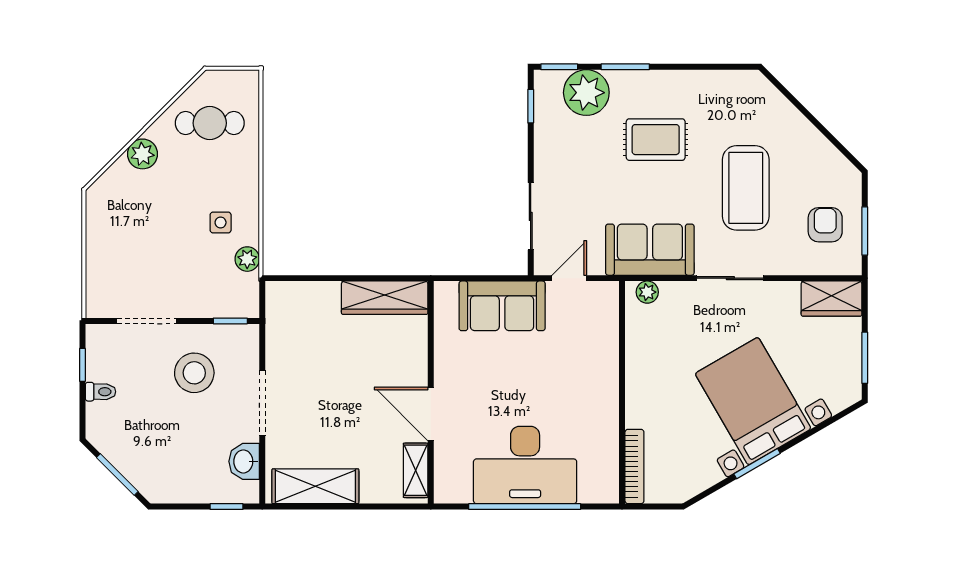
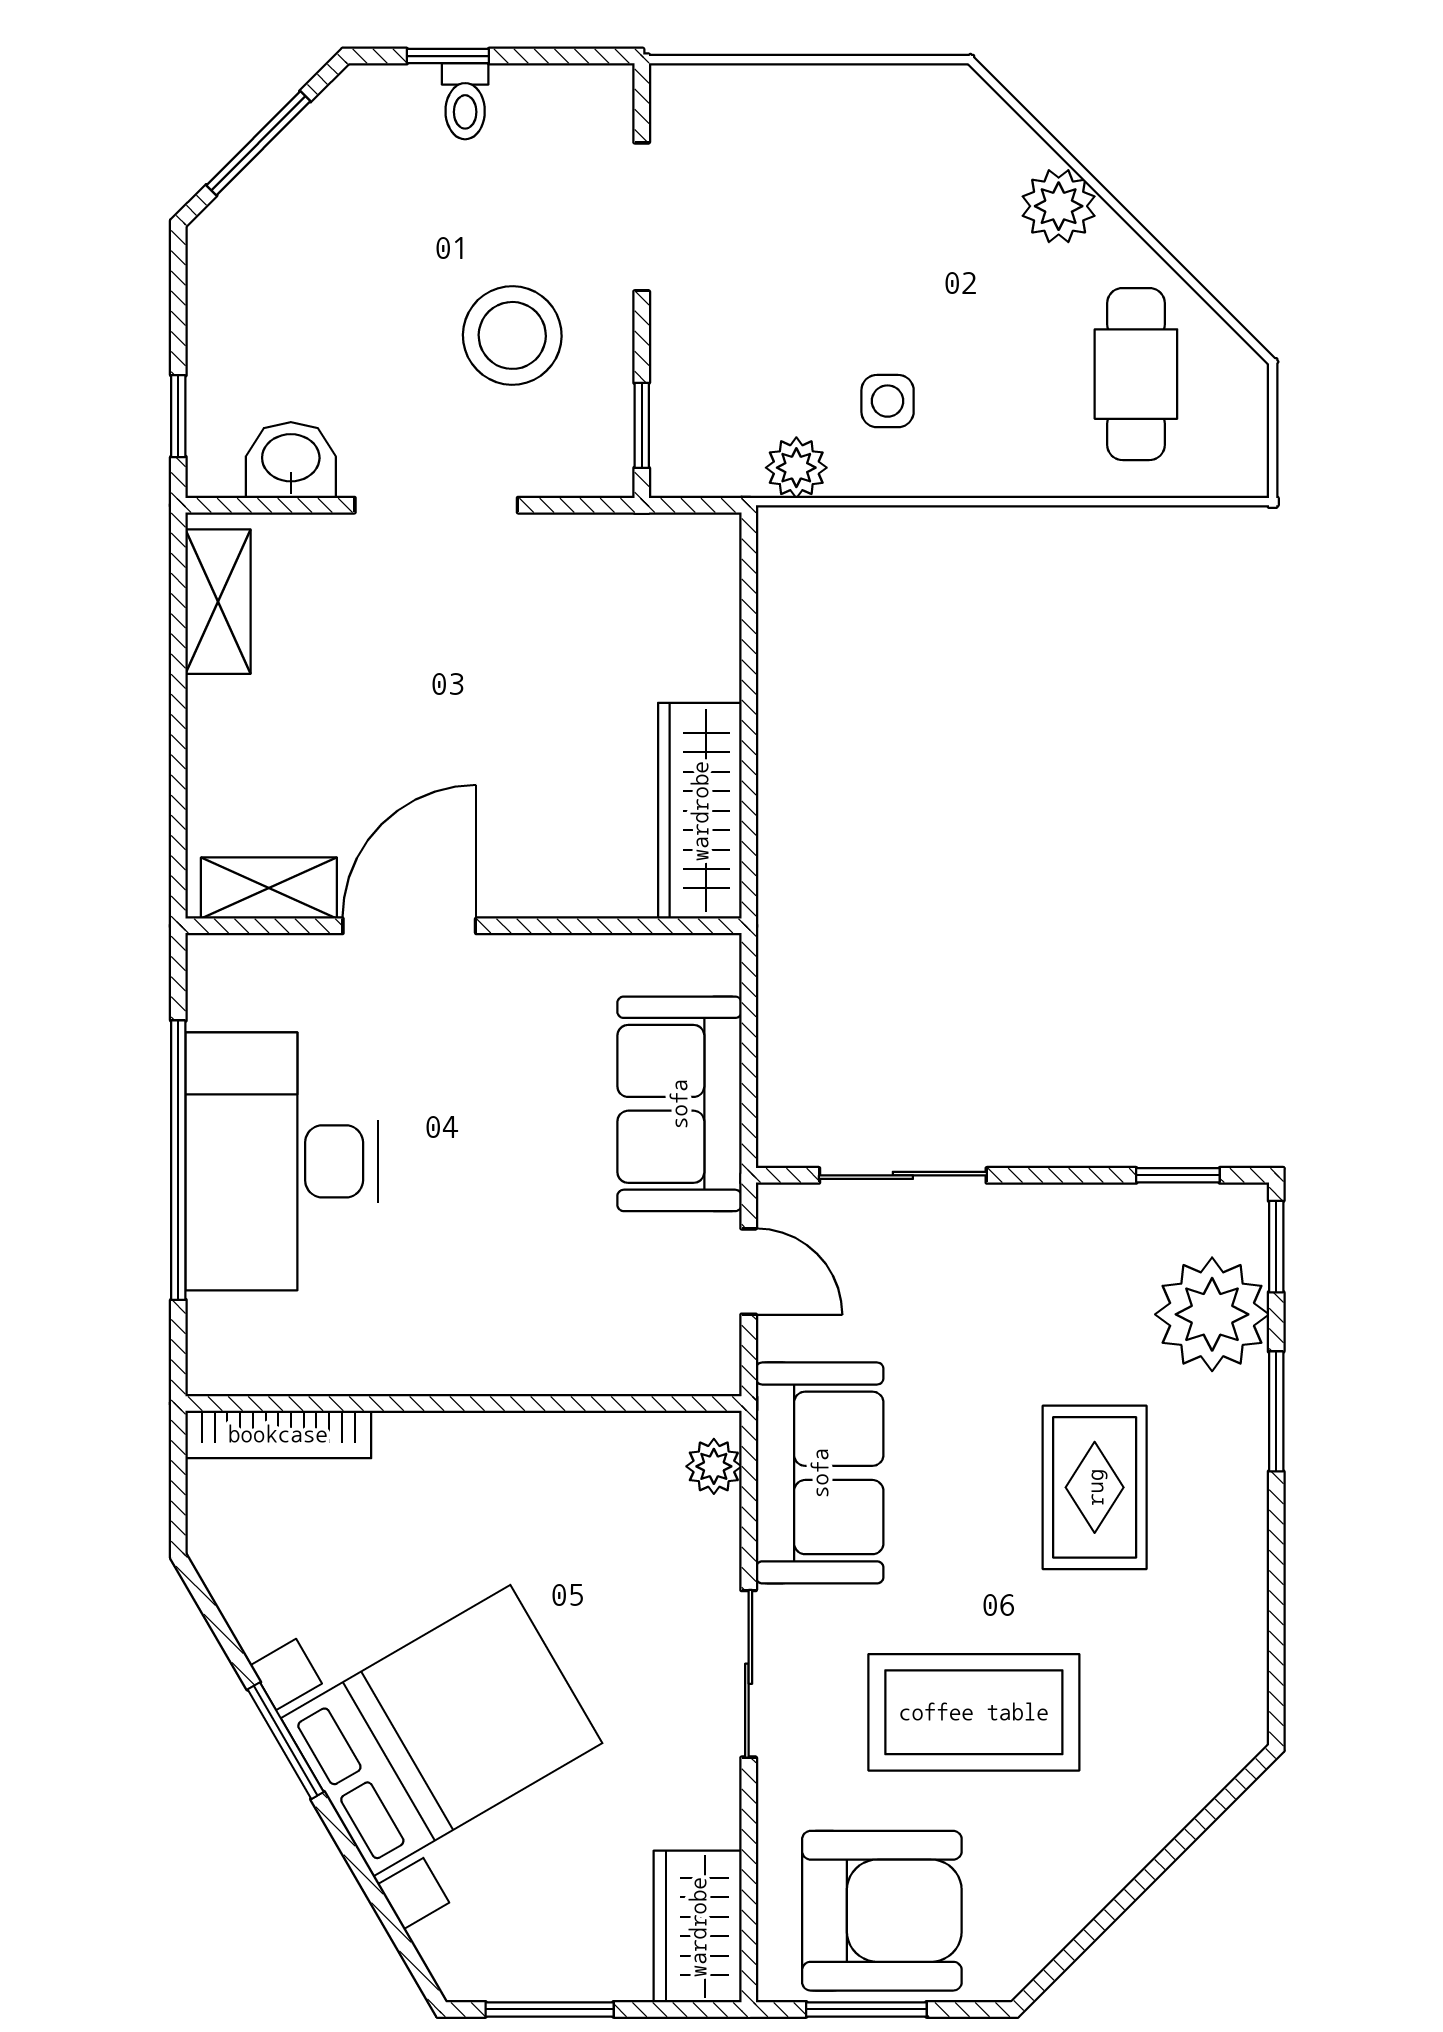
armchair: (825, 225) -> (882, 1911), width x1.88, depth x1.88
window: (82, 365) -> (448, 56), moved
shelving: (315, 486) -> (218, 602), width x0.67, depth x0.75

